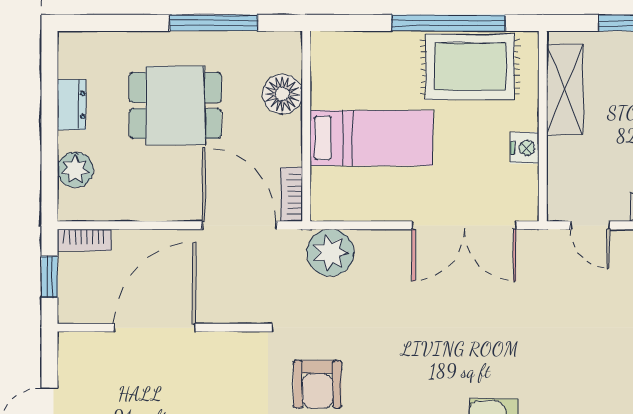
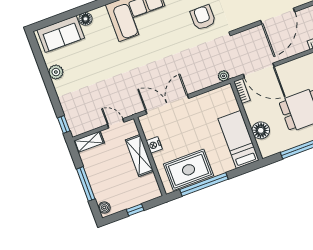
shelving: (565, 89) -> (139, 155), moved
bed: (371, 138) -> (238, 139), moved, turned 90
plant: (330, 253) -> (224, 76), width x0.53, depth x0.53

